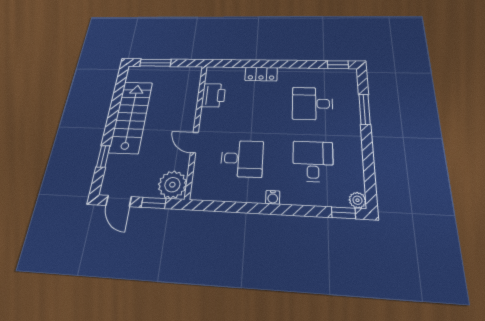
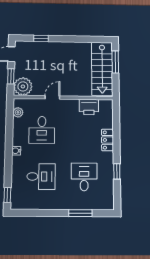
window: (338, 65) -> (117, 171), moved
stairs: (131, 117) -> (102, 69), moved, turned 90
plant: (357, 200) -> (18, 112), moved

